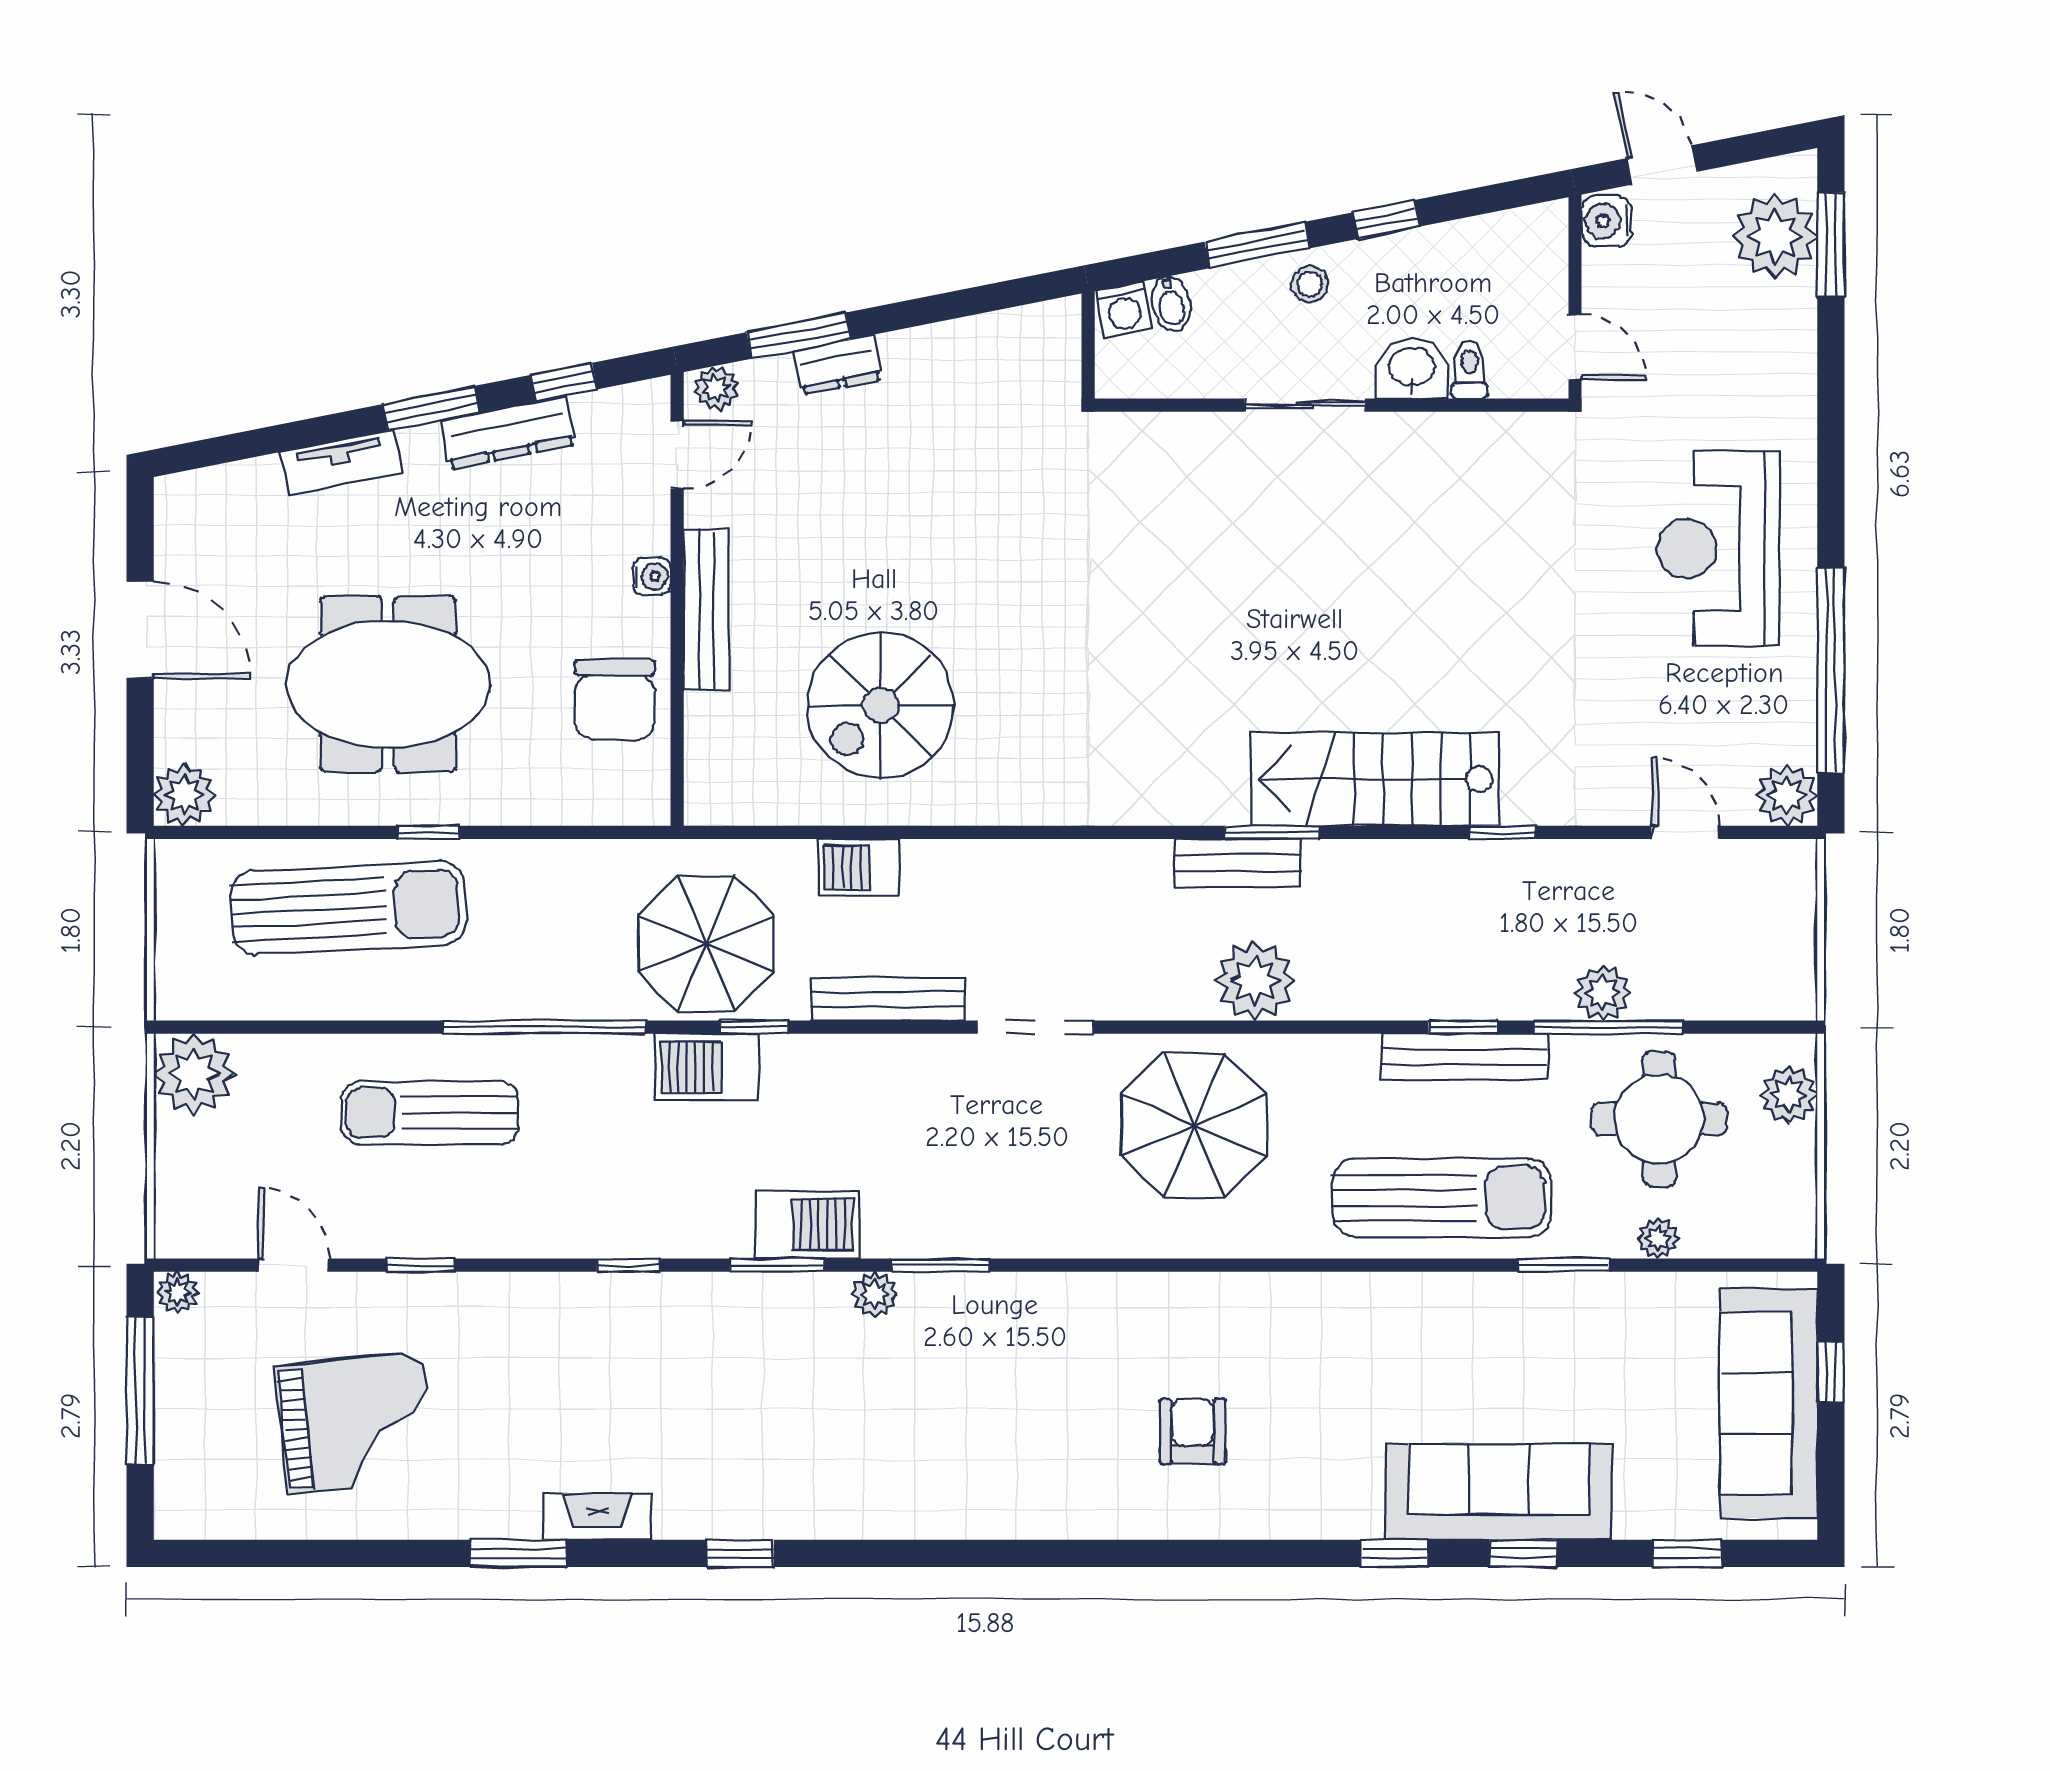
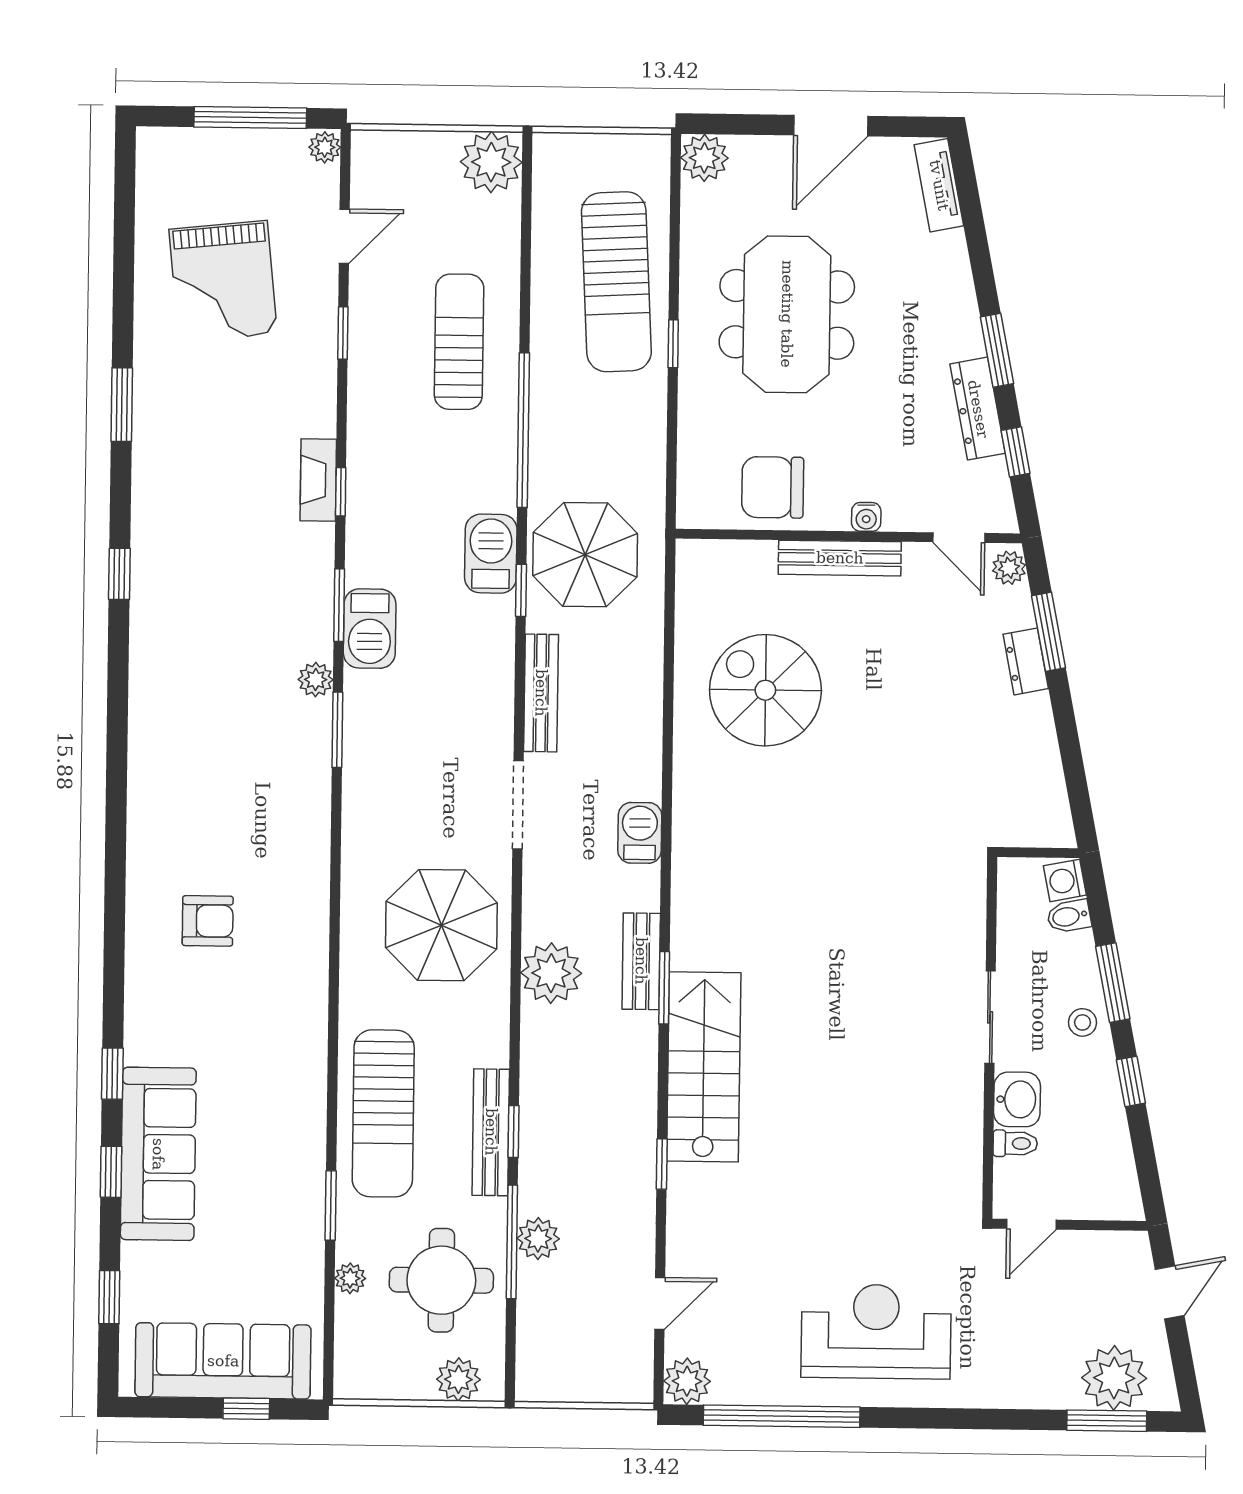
water cooler: (1607, 221) -> (1127, 1250), removed
tv unit: (341, 463) -> (939, 185), moved
barbecue: (859, 867) -> (640, 833), moved
fireplace: (597, 1517) -> (318, 480), moved, turned 180

